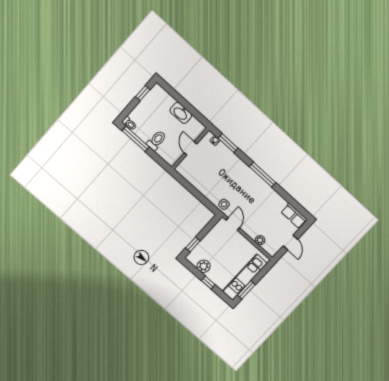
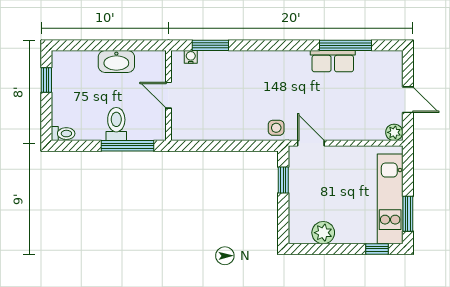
window: (136, 139) -> (128, 146), moved
window: (262, 175) -> (345, 45), moved
row of seats: (294, 216) -> (333, 61), moved
plant: (260, 240) -> (394, 132), moved
window: (193, 244) -> (283, 180), moved
window: (208, 283) -> (377, 249), moved

